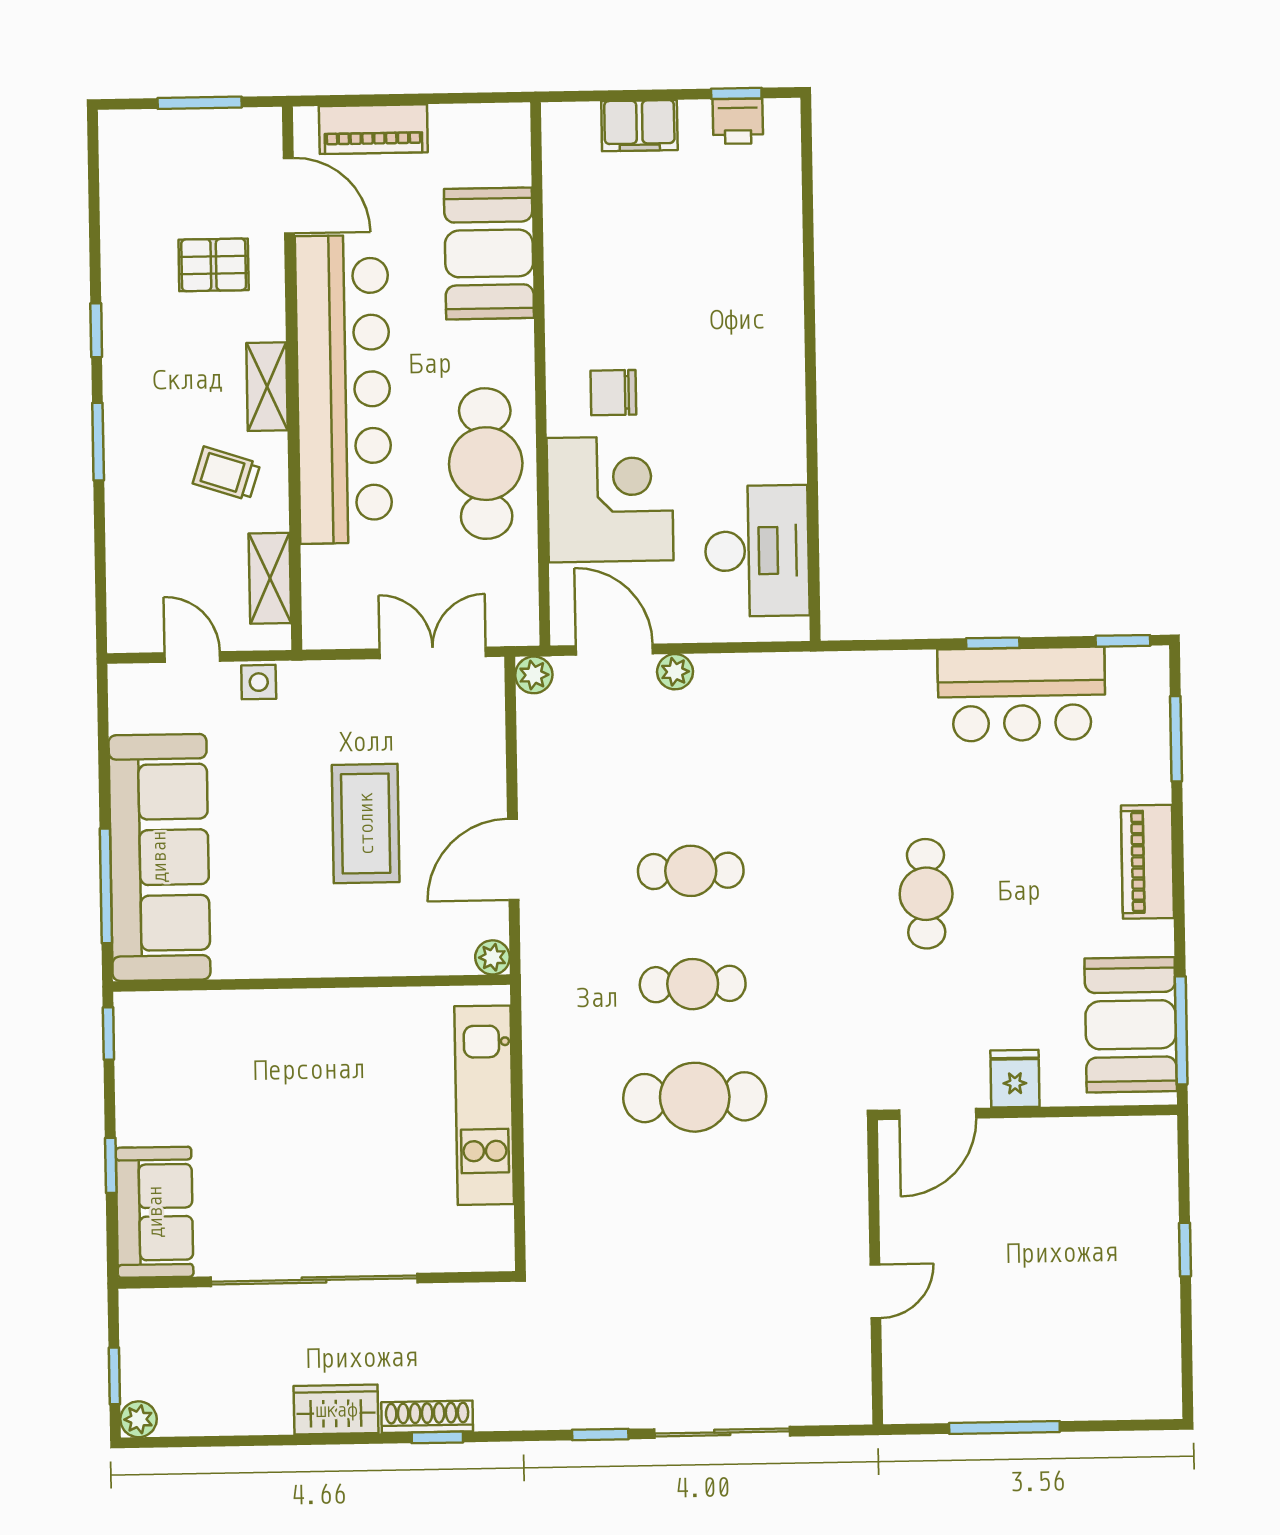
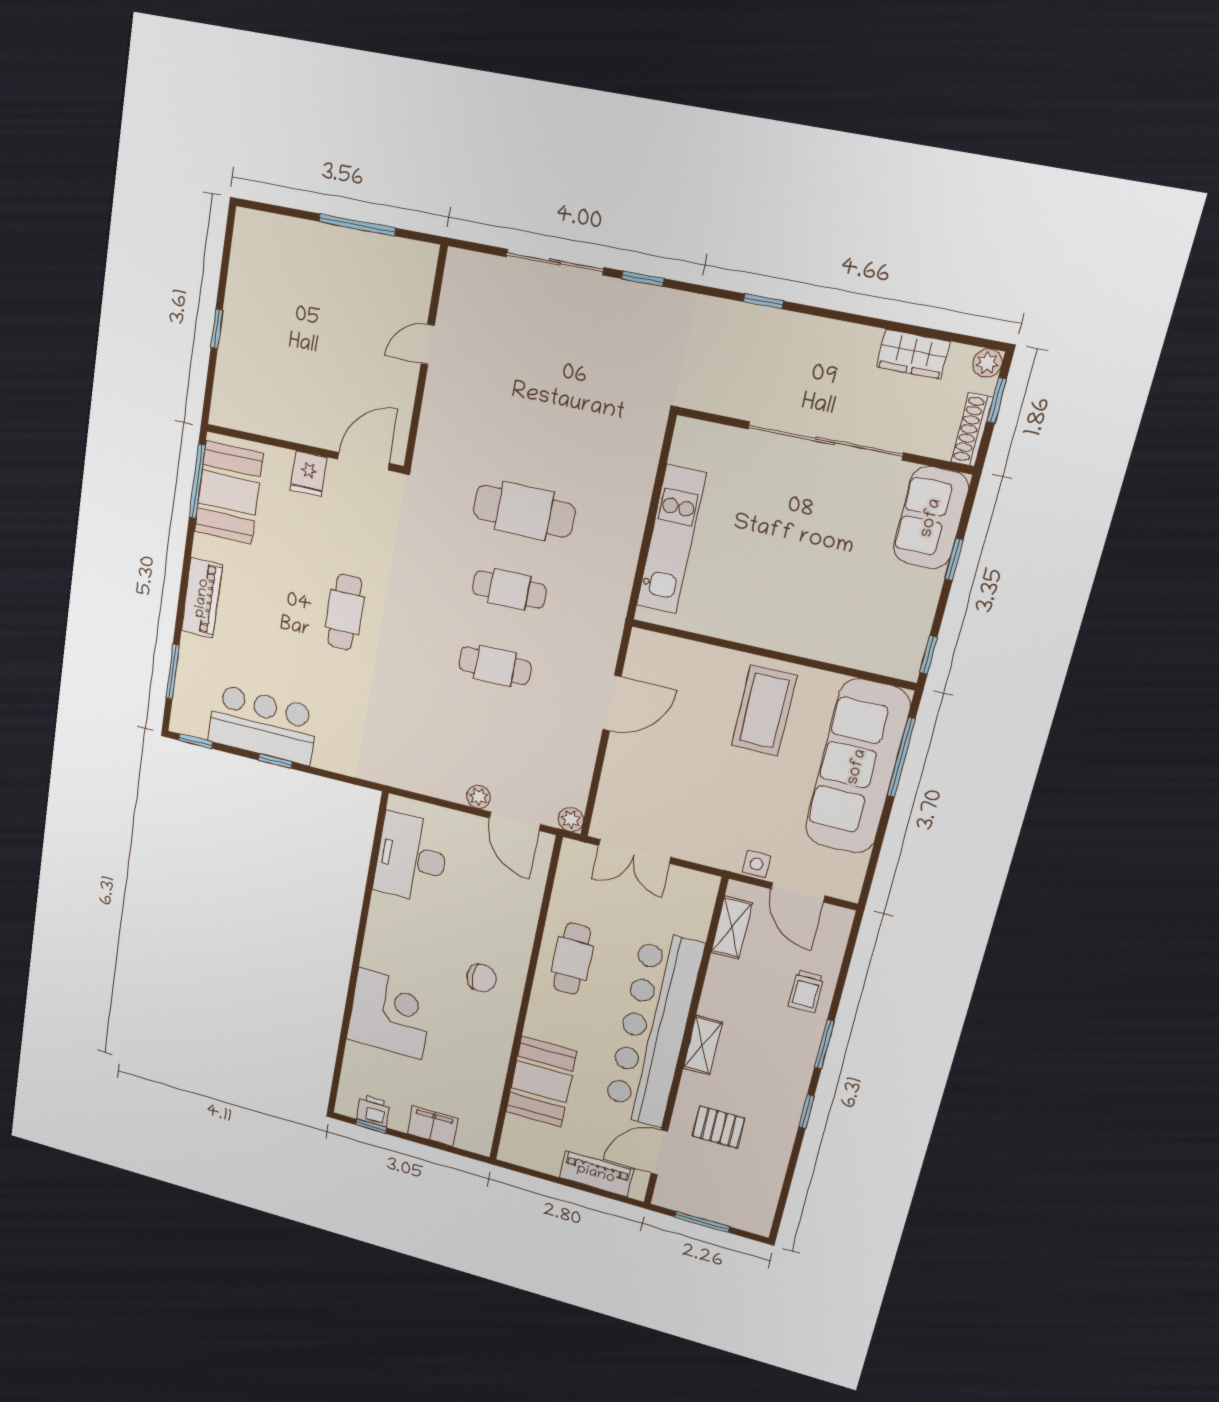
door: (289, 196) -> (659, 1152), hinge flipped
cafe table: (486, 464) -> (572, 959), width x0.73, depth x0.74
trolley: (226, 474) -> (806, 991), moved, turned 72
corner desk: (610, 499) -> (390, 1014), moved, turned 180
door: (192, 657) -> (798, 892), width x1.38
coffee table: (366, 824) -> (764, 711), moved
plant: (492, 957) -> (641, 641), removed
wardrobe: (336, 1410) -> (913, 354), moved
shoe rack: (427, 1417) -> (972, 430), moved, turned 90

